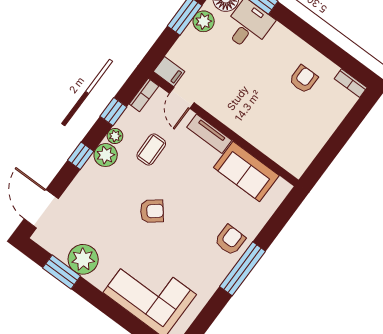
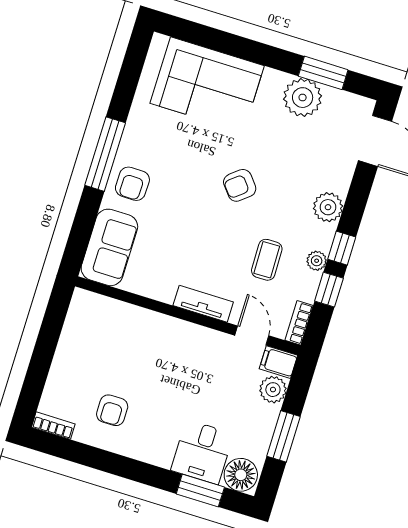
plant: (204, 21) -> (273, 390), moved
plant: (106, 155) -> (328, 207), moved
window: (81, 156) -> (342, 248), moved
sofa: (246, 171) -> (109, 247), moved, turned 90

